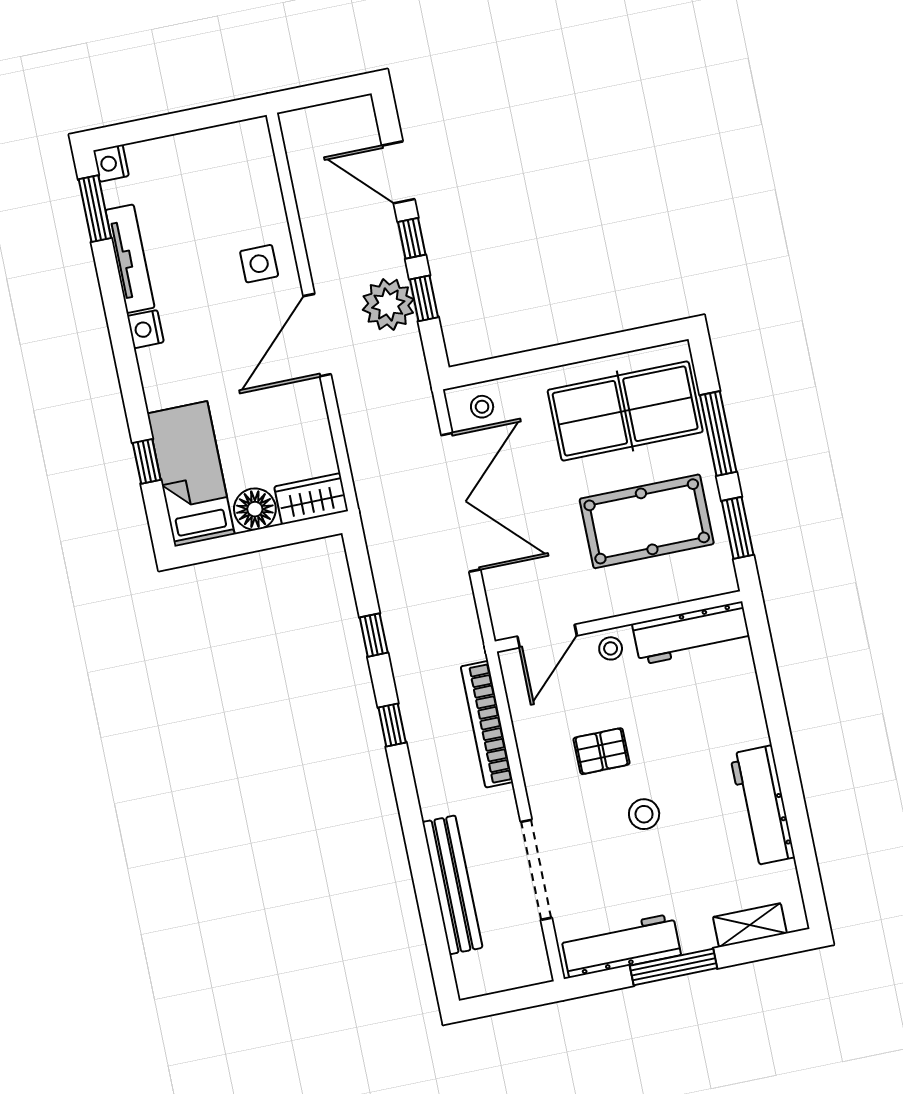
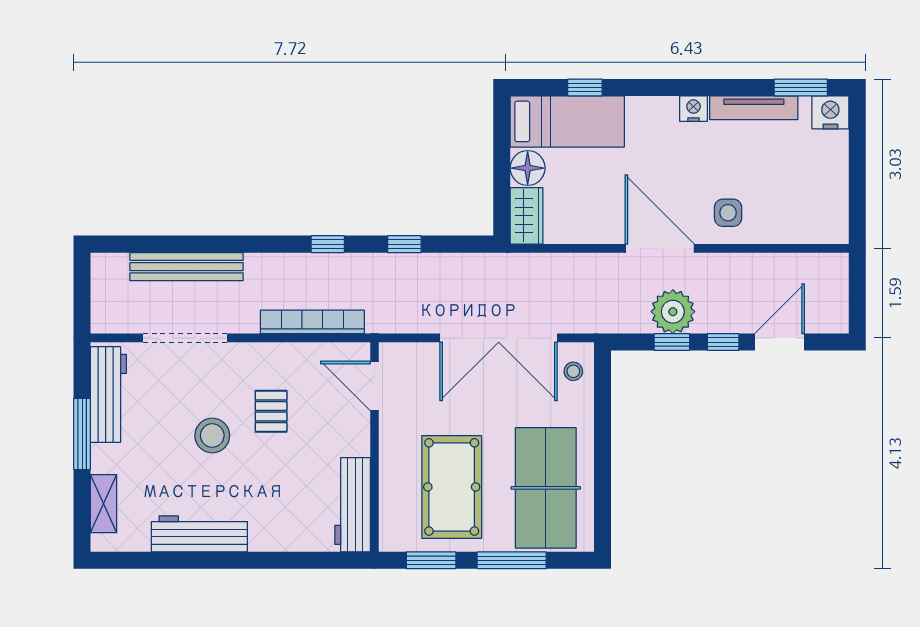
nightstand: (111, 163) -> (830, 112), width x1.36, depth x1.33
stool: (611, 648) -> (354, 436), removed
stool: (644, 814) -> (212, 436), width x1.38, depth x1.38

